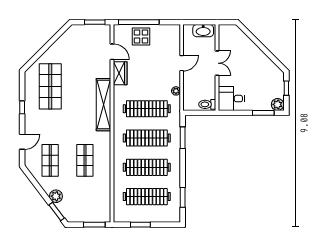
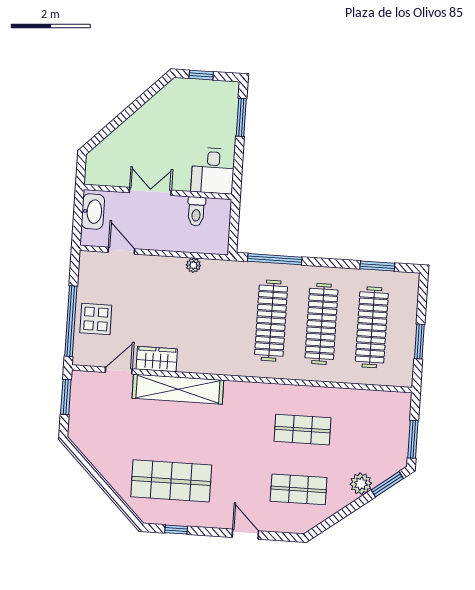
door: (182, 63) -> (121, 251), moved
toilet: (207, 104) -> (196, 211), moved
plant: (278, 104) -> (228, 92), removed
shelving: (104, 105) -> (178, 389), moved
window: (22, 107) -> (176, 530), moved
clothes rail: (147, 109) -> (221, 317), removed
window: (183, 138) -> (275, 259), width x1.44
door: (22, 142) -> (245, 534), moved
window: (94, 225) -> (413, 439), moved

